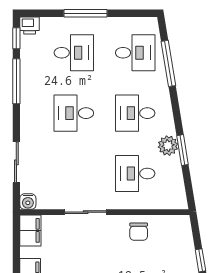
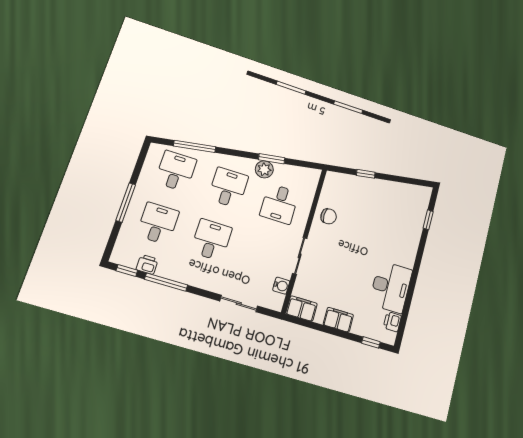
printer: (30, 25) -> (147, 264), moved, turned -90
desk: (74, 113) -> (211, 240), turned 180
desk: (135, 113) -> (228, 188), turned 180
water cooler: (28, 202) -> (281, 286), moved

